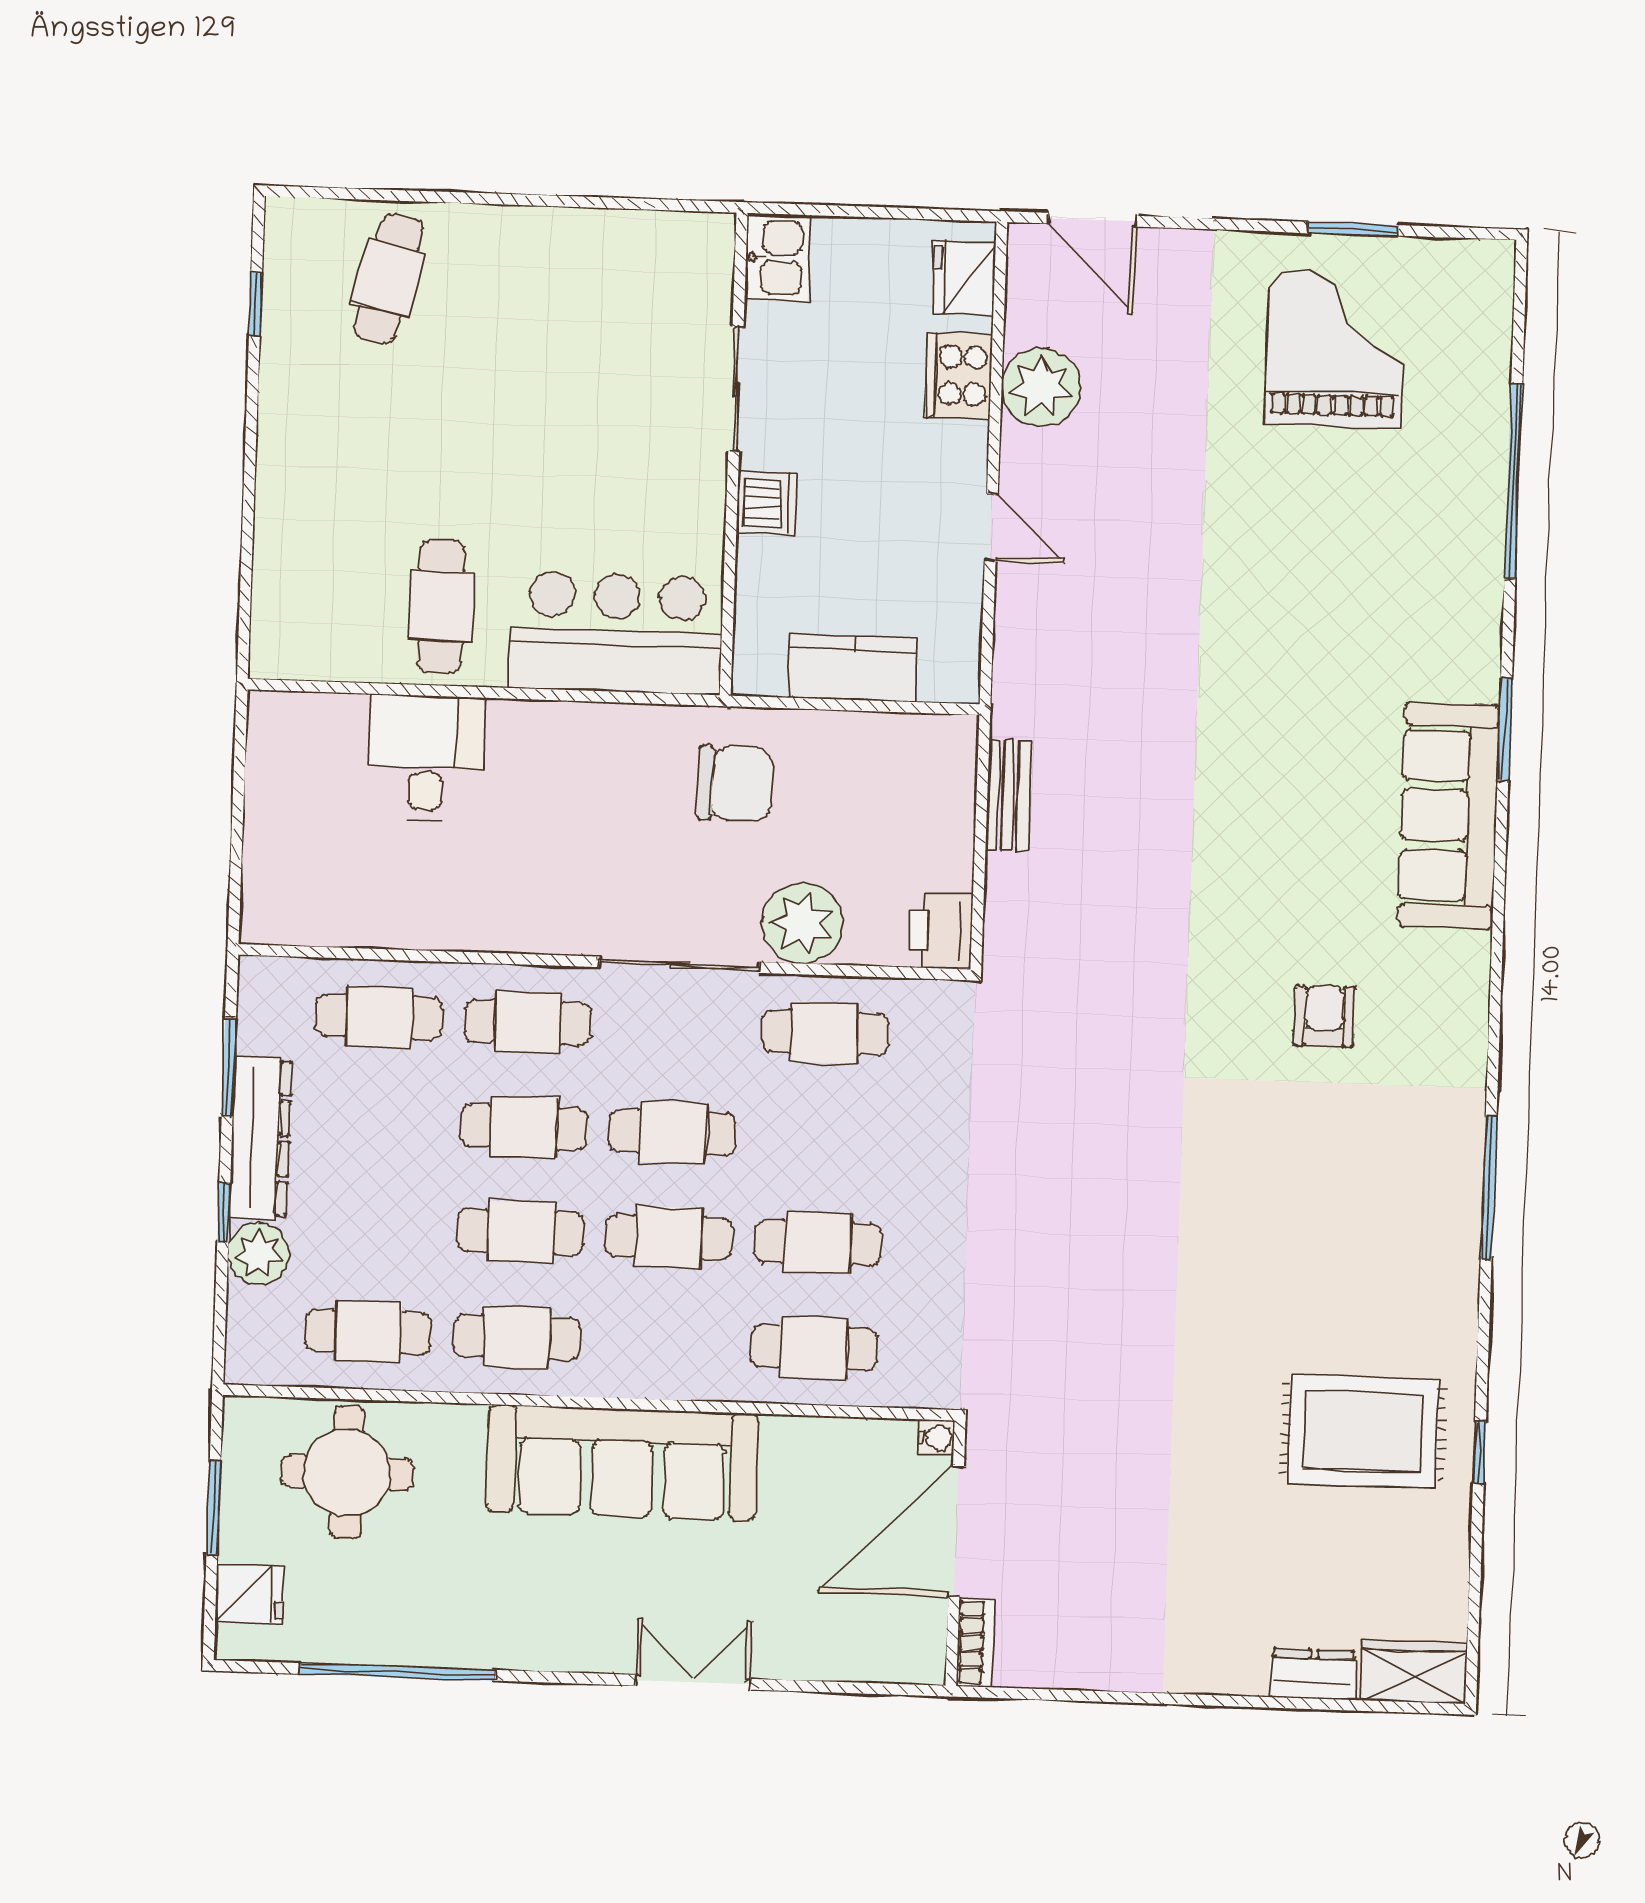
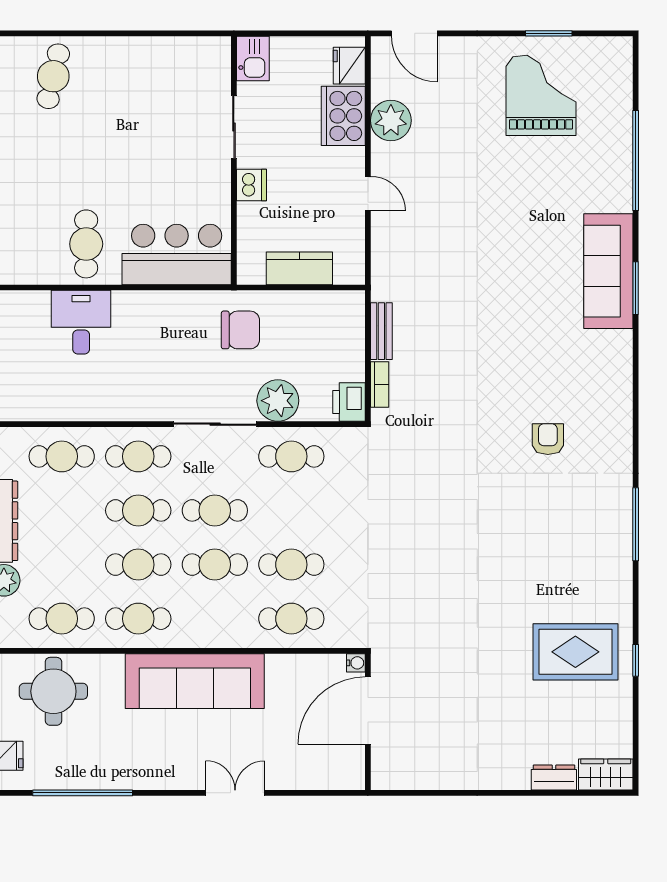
cooker: (959, 375) -> (343, 116), width x1.37, depth x1.31
sofa: (1449, 815) -> (608, 271), moved
bookcase: (975, 1642) -> (380, 384), moved

